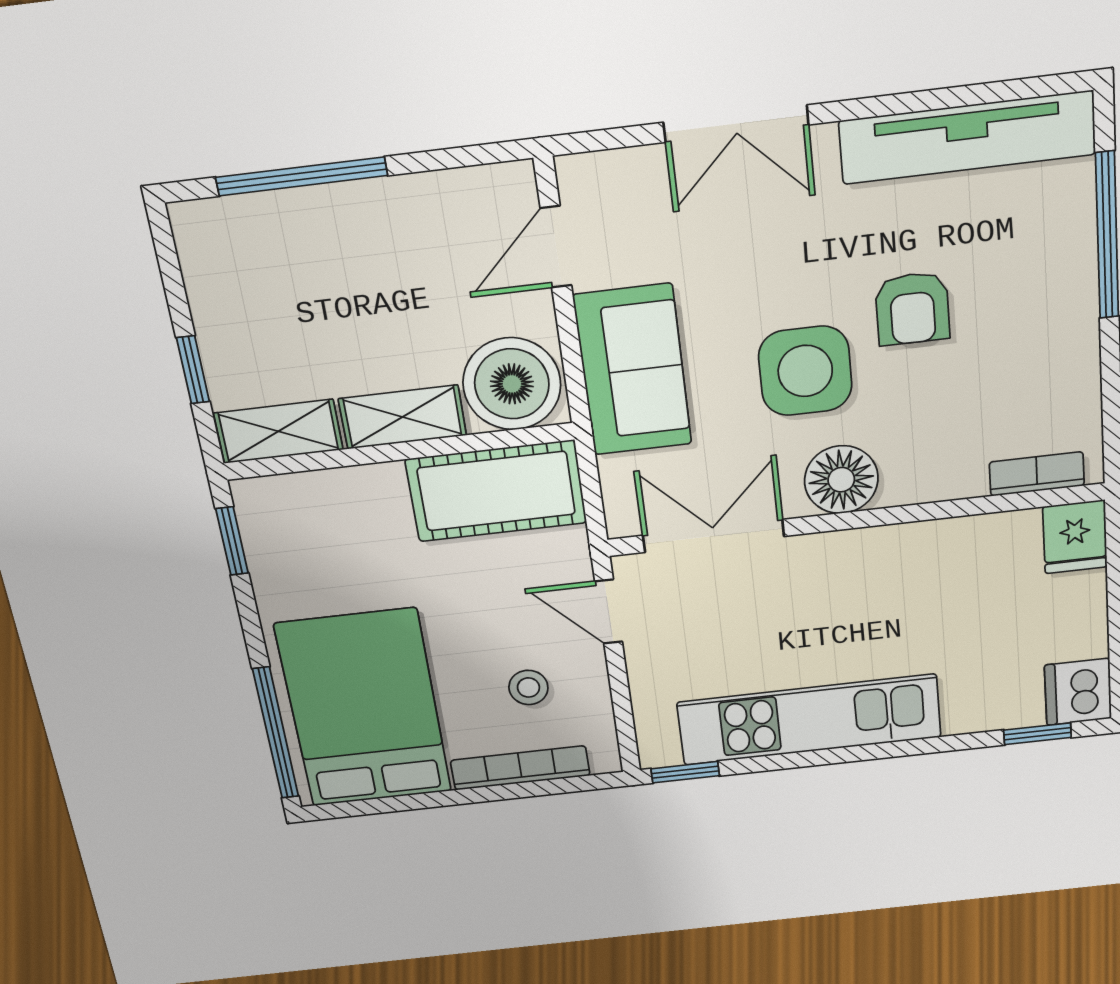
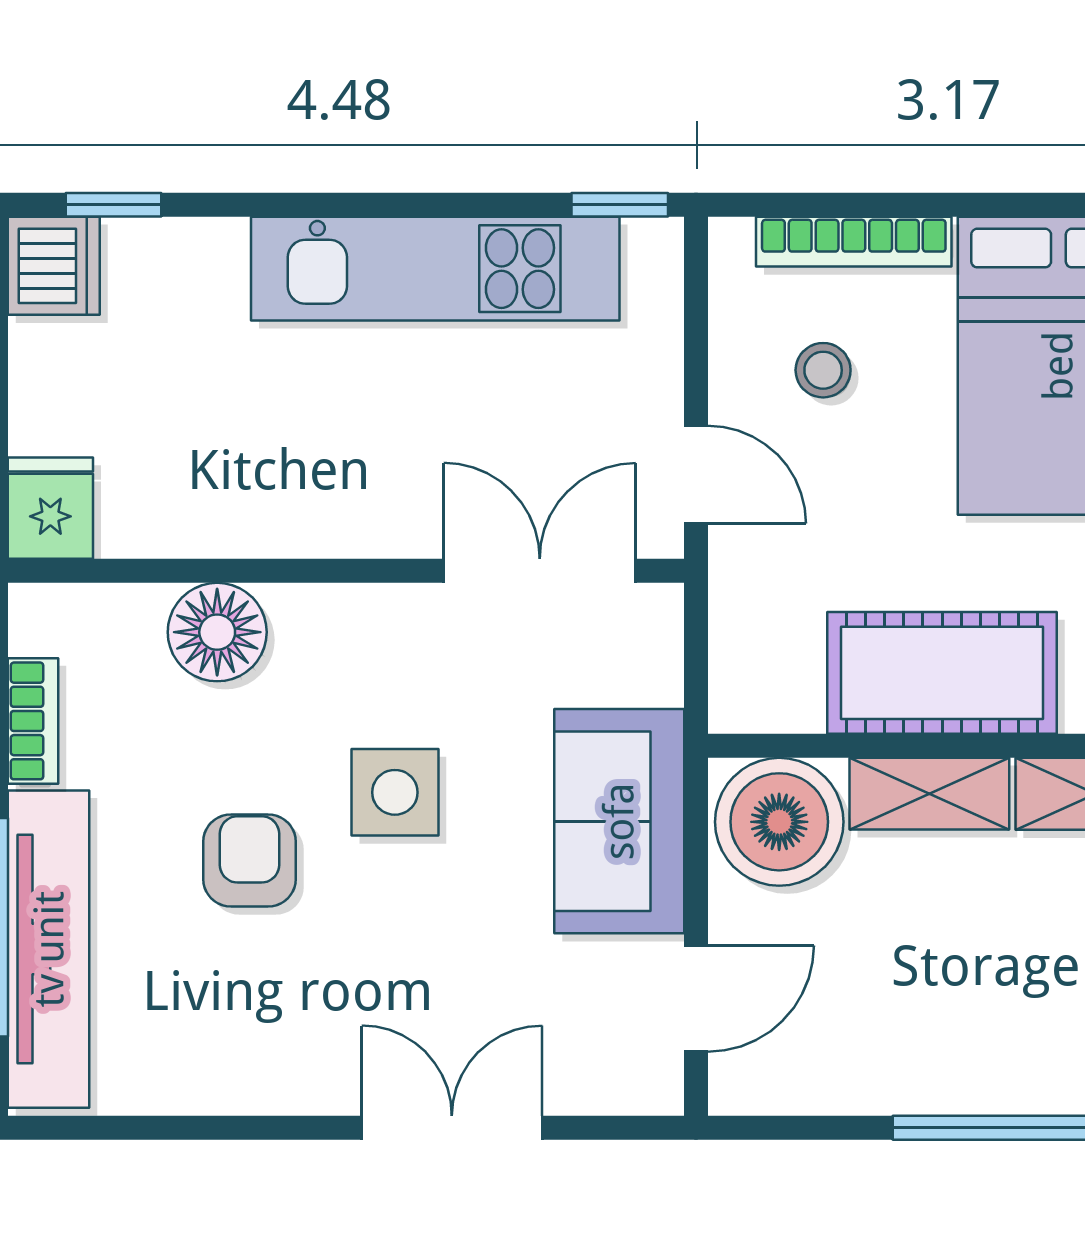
tv unit: (967, 138) -> (49, 949), moved, turned 90
side table: (805, 371) -> (395, 792), width x0.73, depth x0.73
bookcase: (1037, 474) -> (33, 721), moved, turned -90
floor lamp: (841, 480) -> (217, 632), moved
cot: (496, 491) -> (942, 673), moved
double door: (713, 536) -> (540, 571), swing flipped

